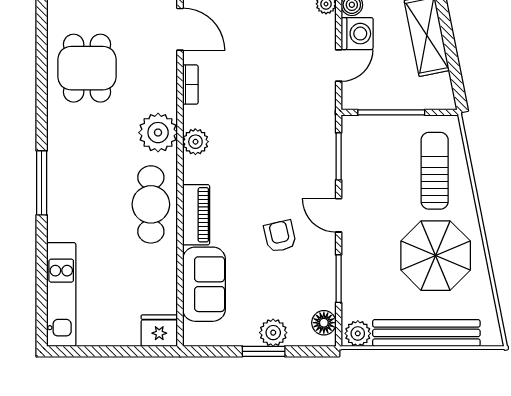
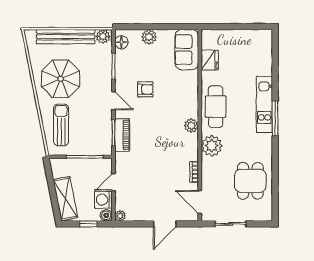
plant: (195, 142) -> (191, 126), moved
sun lounger: (435, 171) -> (61, 125), turned 180
piano: (196, 215) -> (122, 135), moved, turned 180
armchair: (280, 236) -> (145, 89), turned -77
sofa: (204, 284) -> (187, 50), moved
kitchen unit: (61, 294) -> (264, 104), moved
fridge: (159, 331) -> (210, 60), moved, turned -90
window: (264, 351) -> (154, 27), removed

